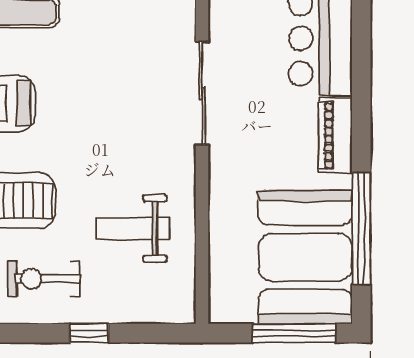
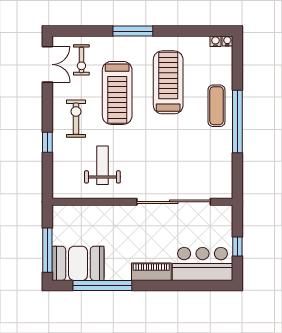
sliding door: (202, 93) -> (174, 202), width x1.36
booth: (305, 257) -> (78, 263), width x0.73, depth x0.70

